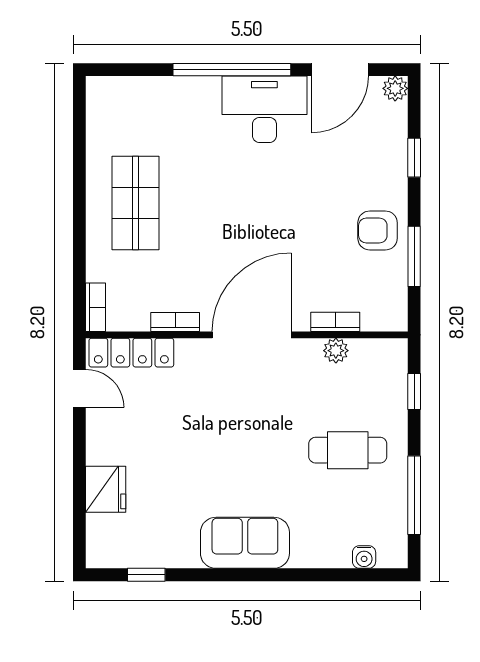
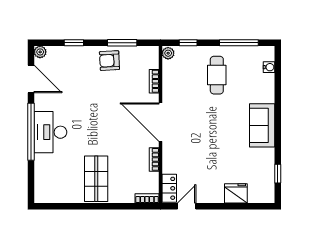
desk: (264, 109) -> (50, 132), moved
shop shelf: (136, 203) -> (96, 179), turned 90
armchair: (378, 230) -> (109, 61), turned 87
plant: (336, 351) -> (168, 53), moved
locker: (131, 353) -> (169, 188), width x0.66

